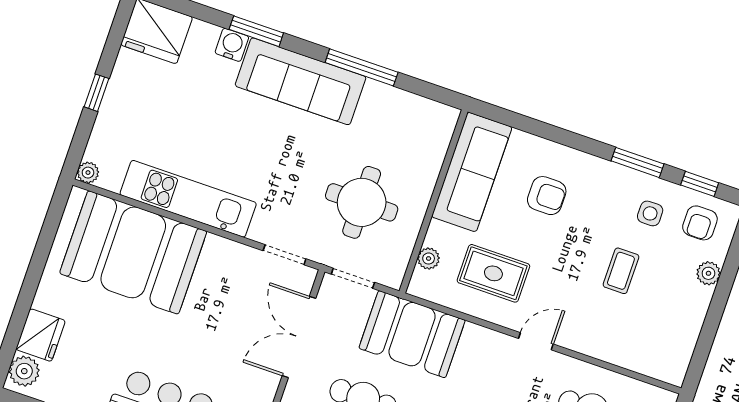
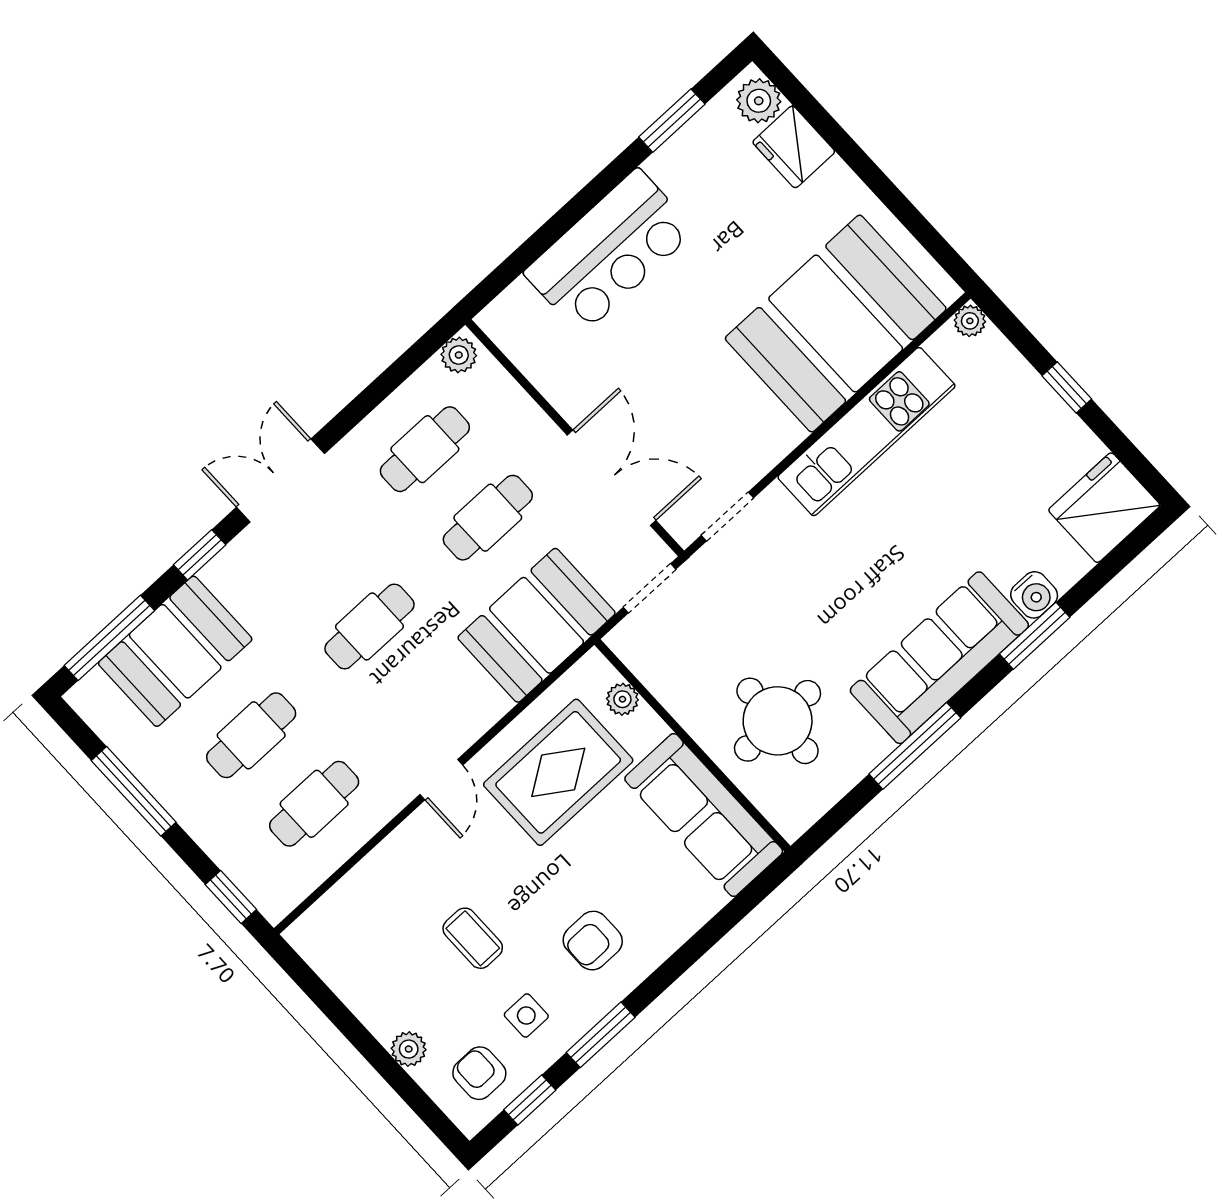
armchair: (547, 196) -> (593, 941), moved
round table: (362, 202) -> (778, 721), moved
rug: (493, 273) -> (558, 772), width x1.36, depth x1.43

